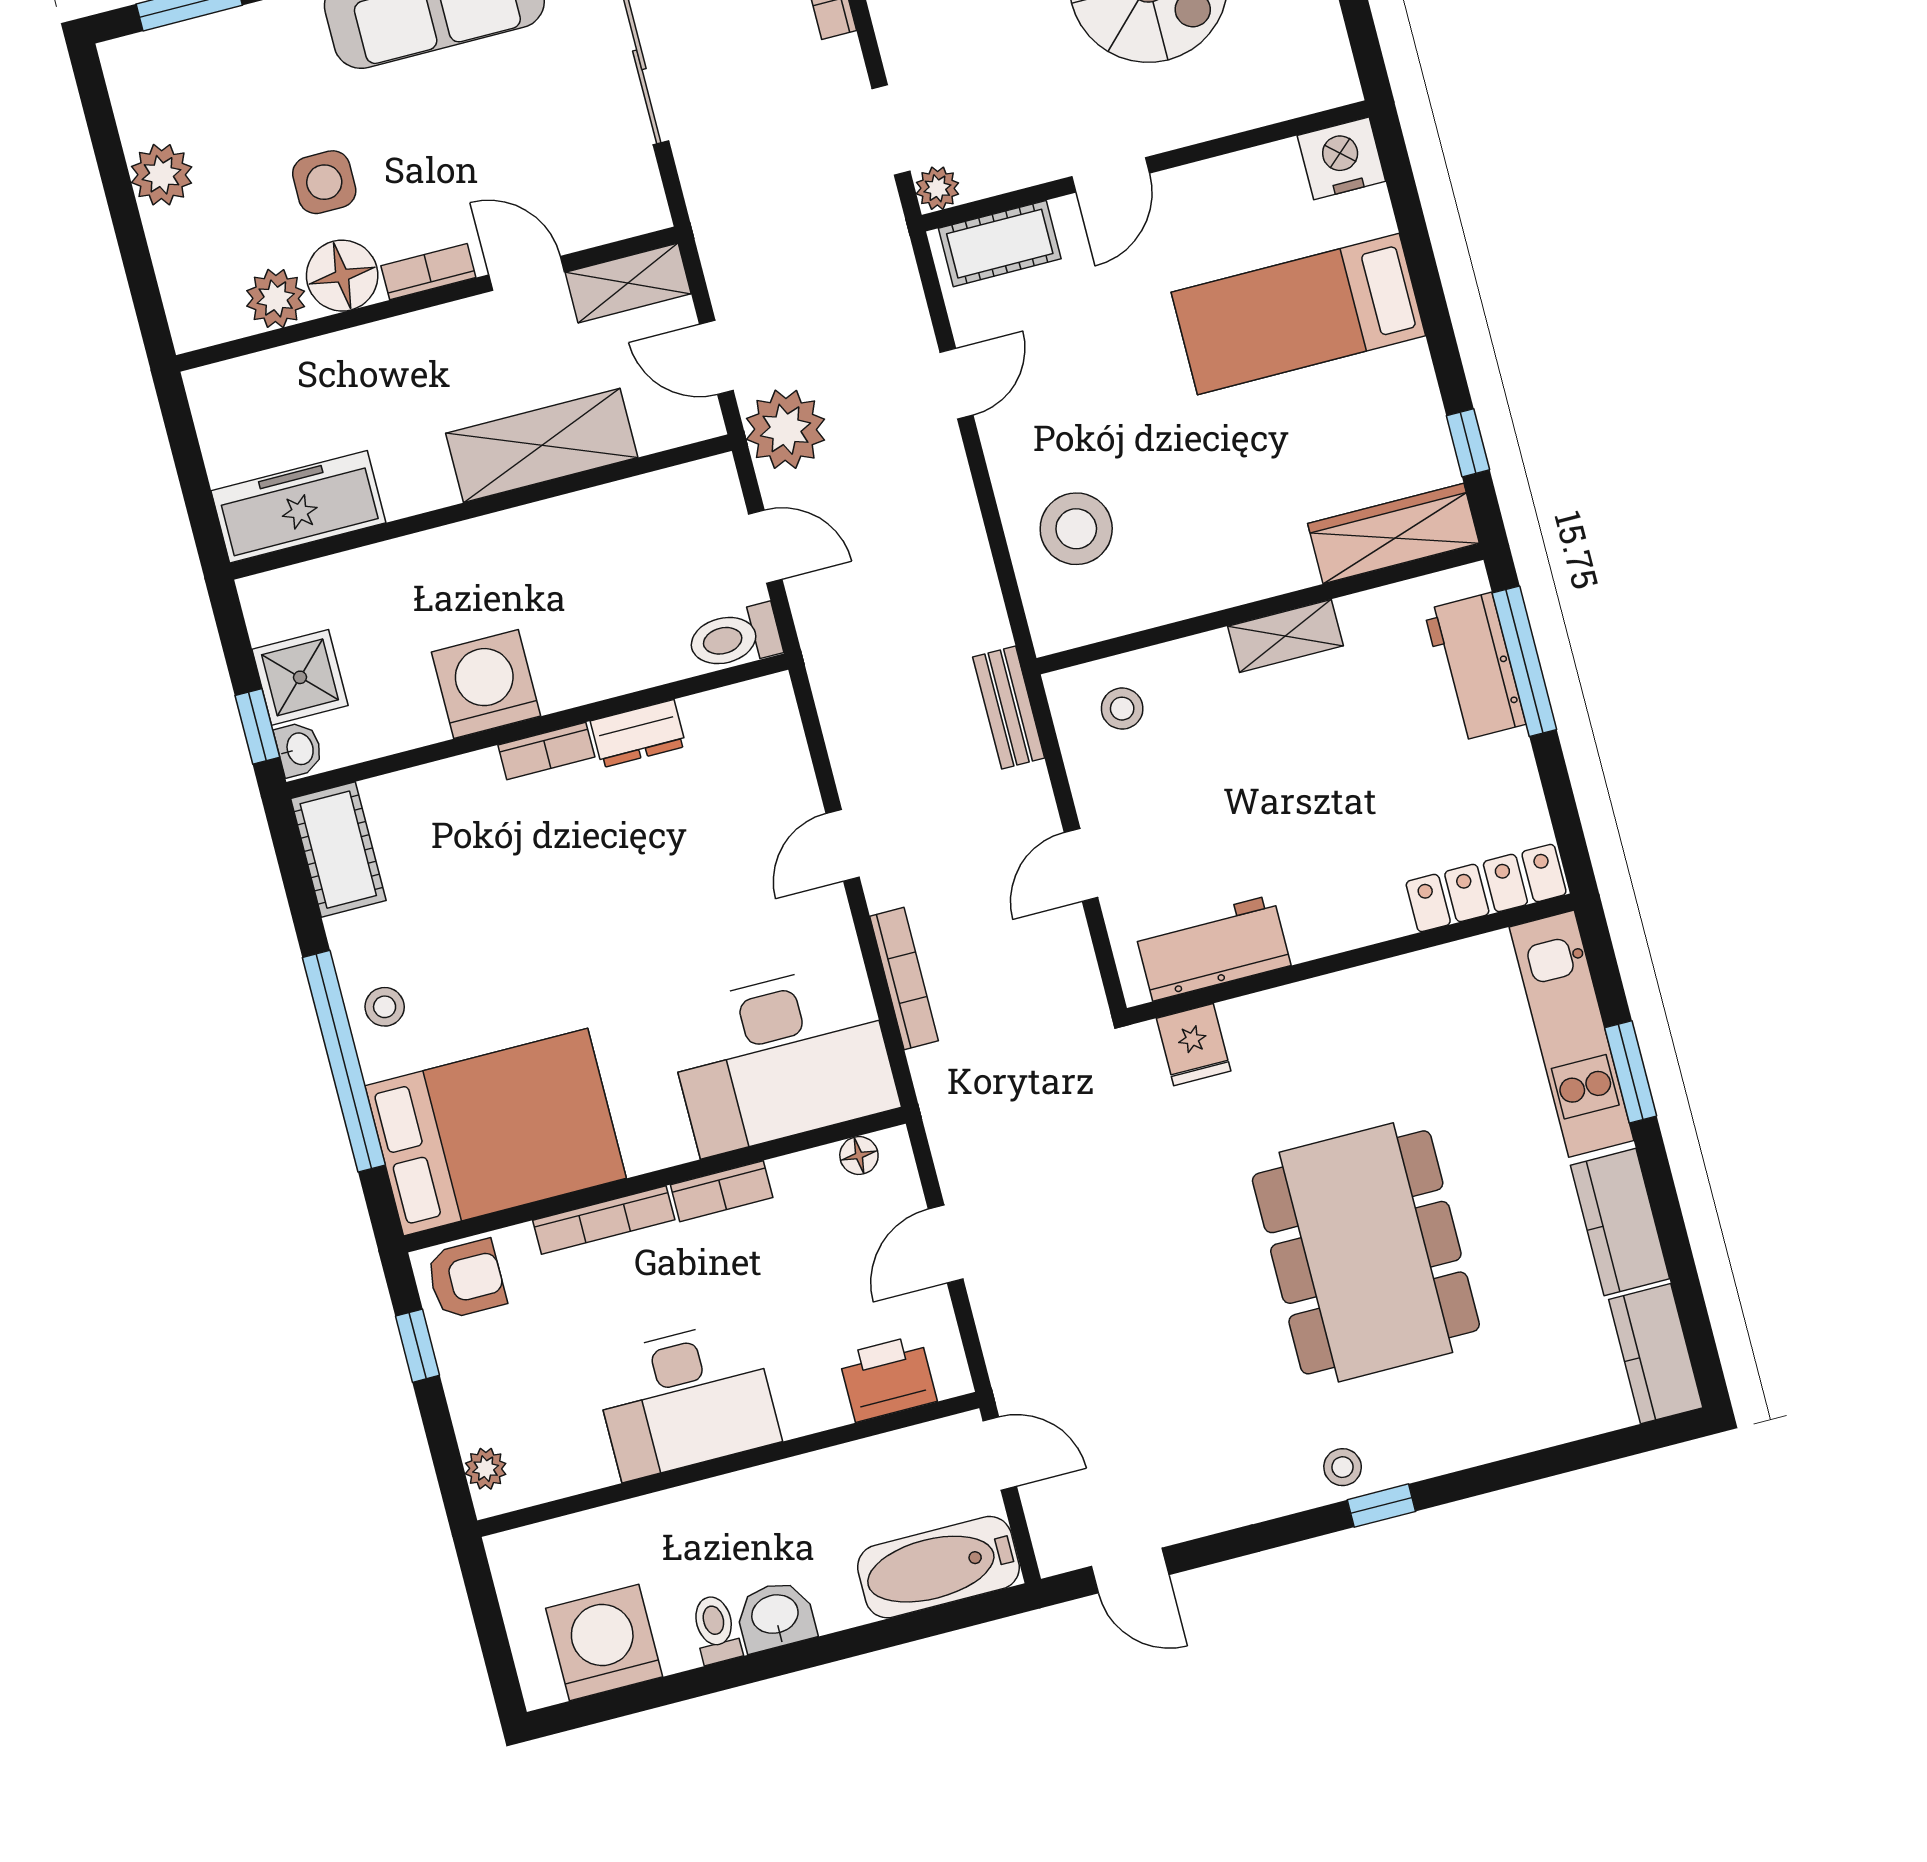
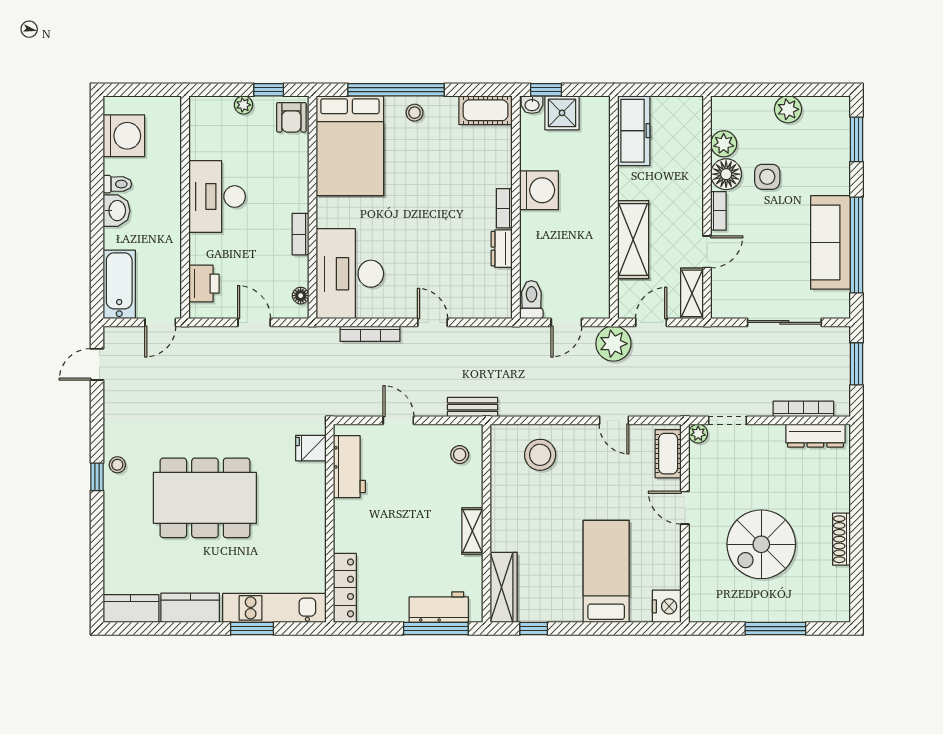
bookcase: (604, 1220) -> (301, 181), removed
plant: (486, 1469) -> (243, 105), moved

